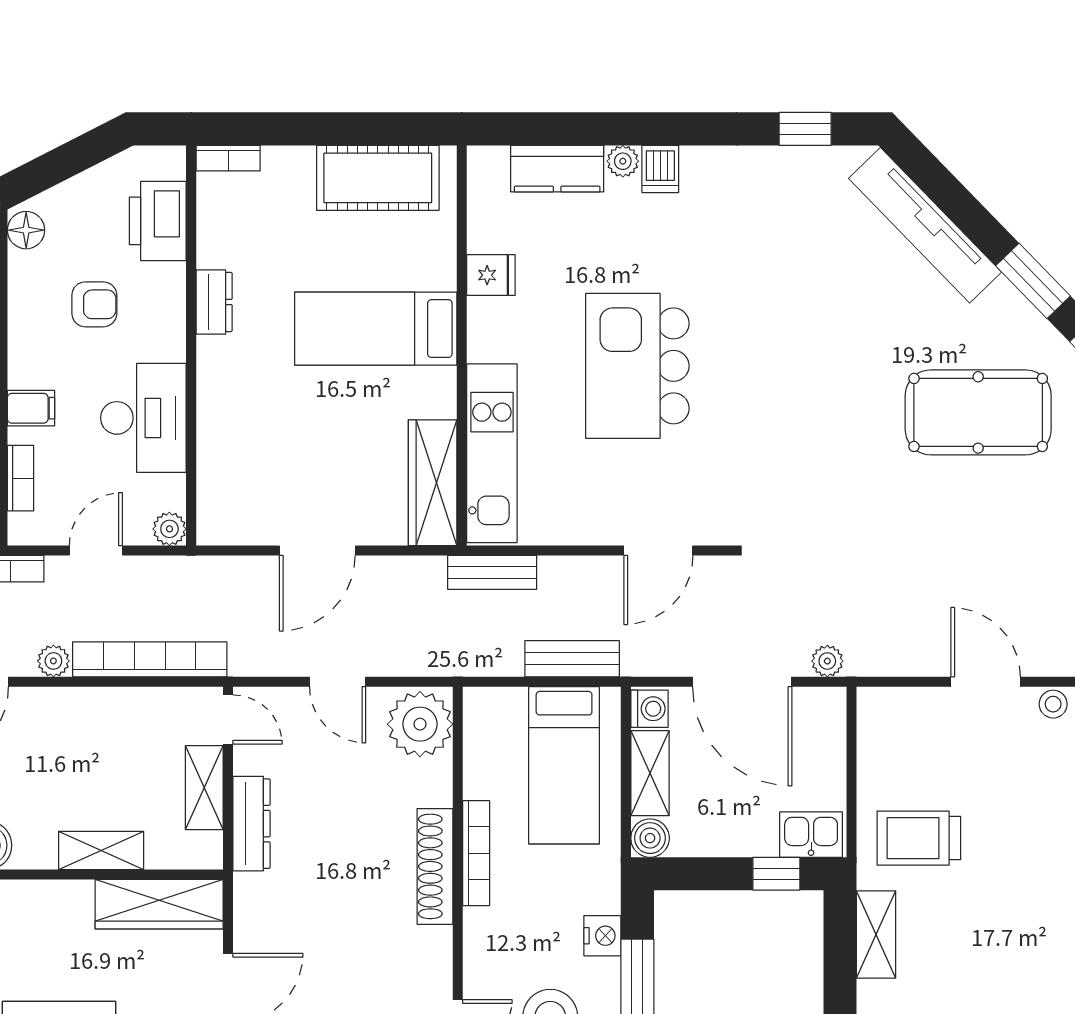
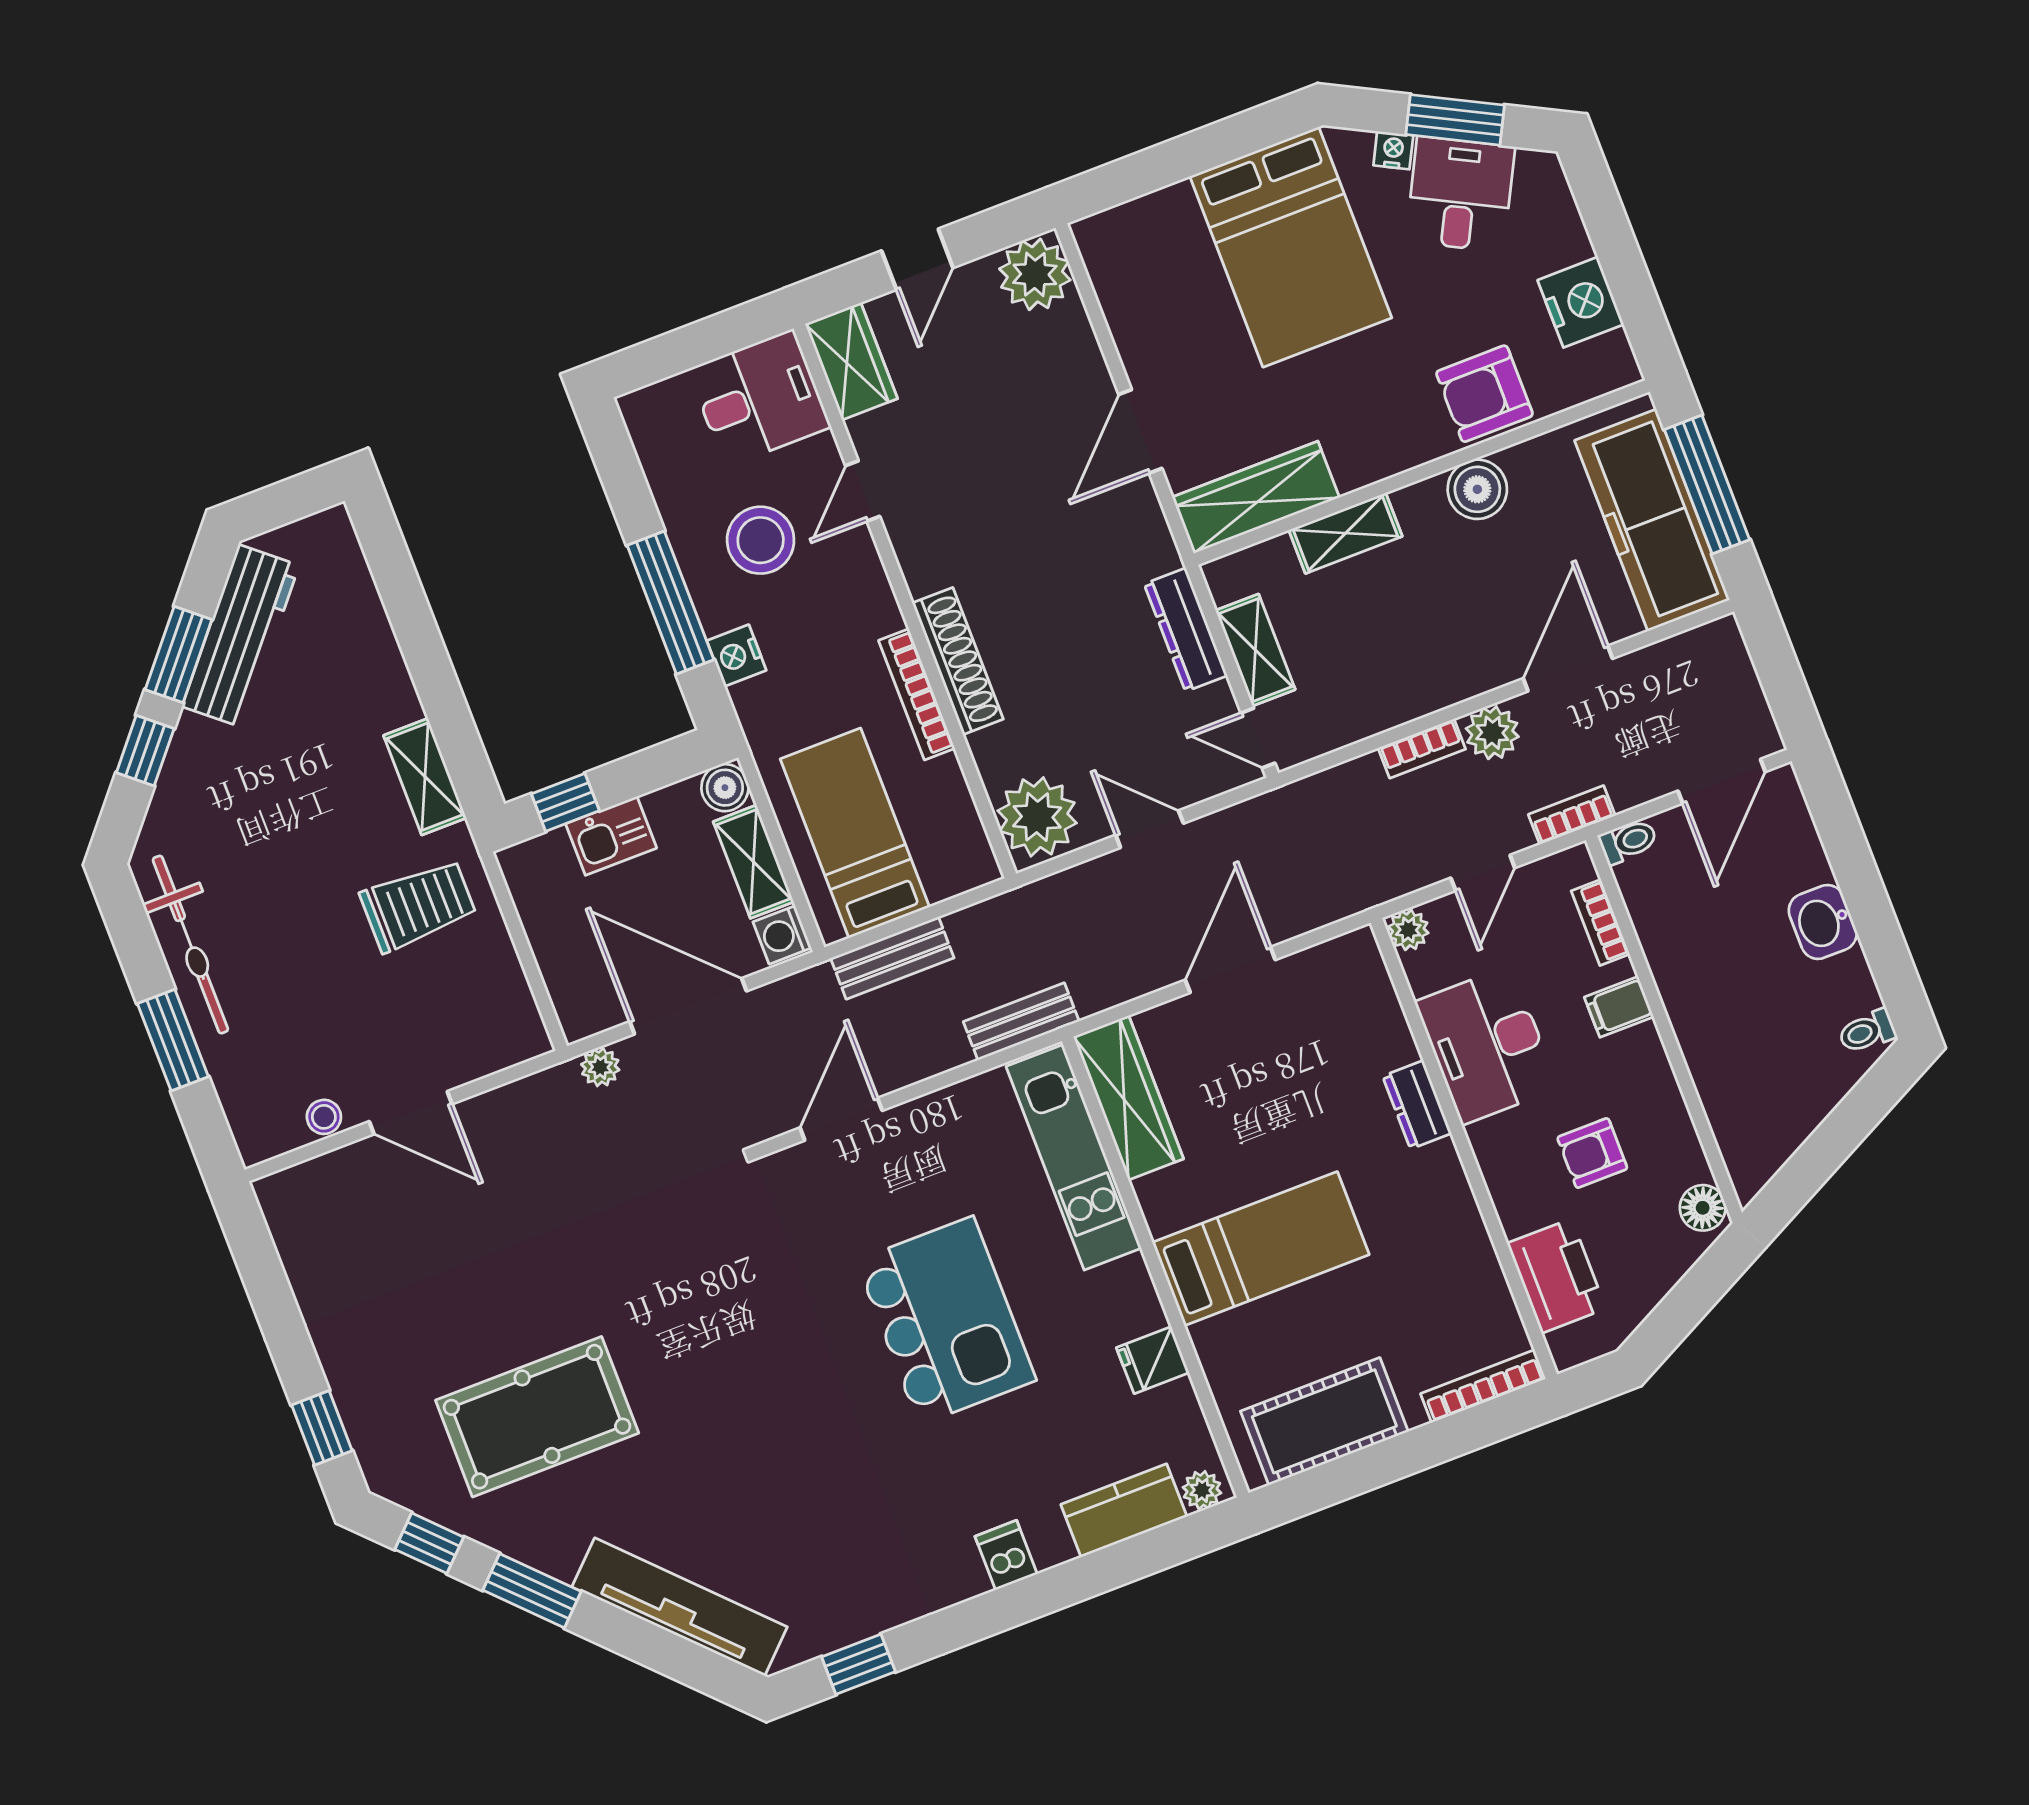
bookcase: (228, 158) -> (1483, 1386), width x1.56
plant: (623, 161) -> (1202, 1490), moved
dresser: (214, 302) -> (1417, 1105), moved
bookcase: (150, 659) -> (1422, 749), width x0.43, depth x0.76
plant: (53, 661) -> (1492, 733), width x1.38, depth x1.38
kitchen sink: (811, 835) -> (611, 836), moved

